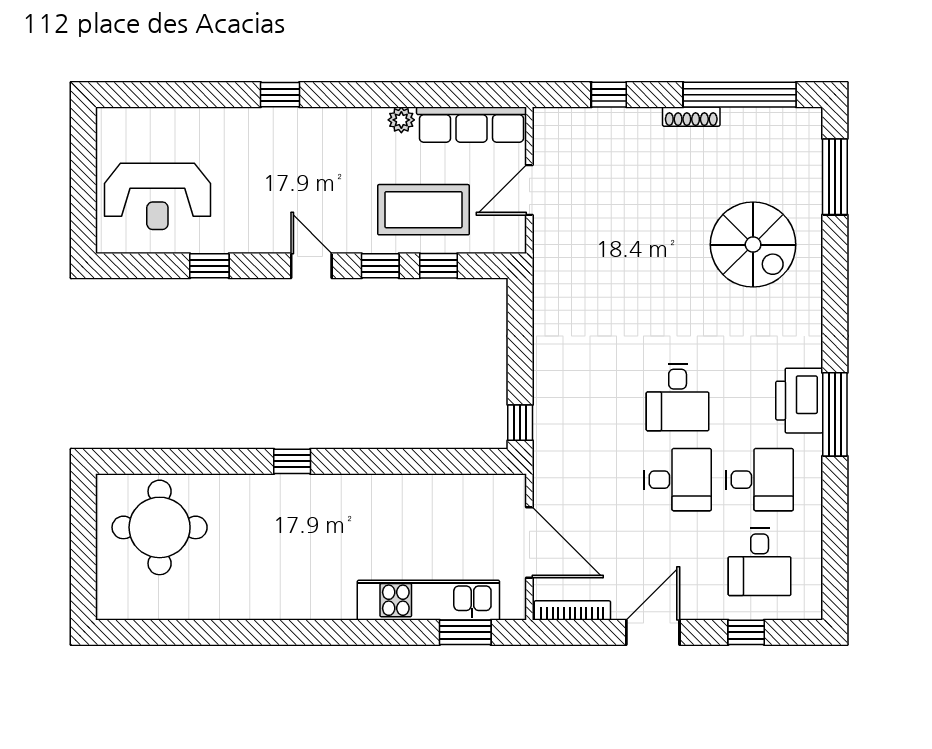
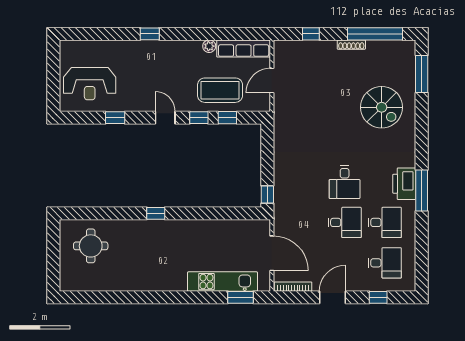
round table: (160, 527) -> (91, 246), width x0.73, depth x0.73
desk: (760, 562) -> (385, 263), turned -90

